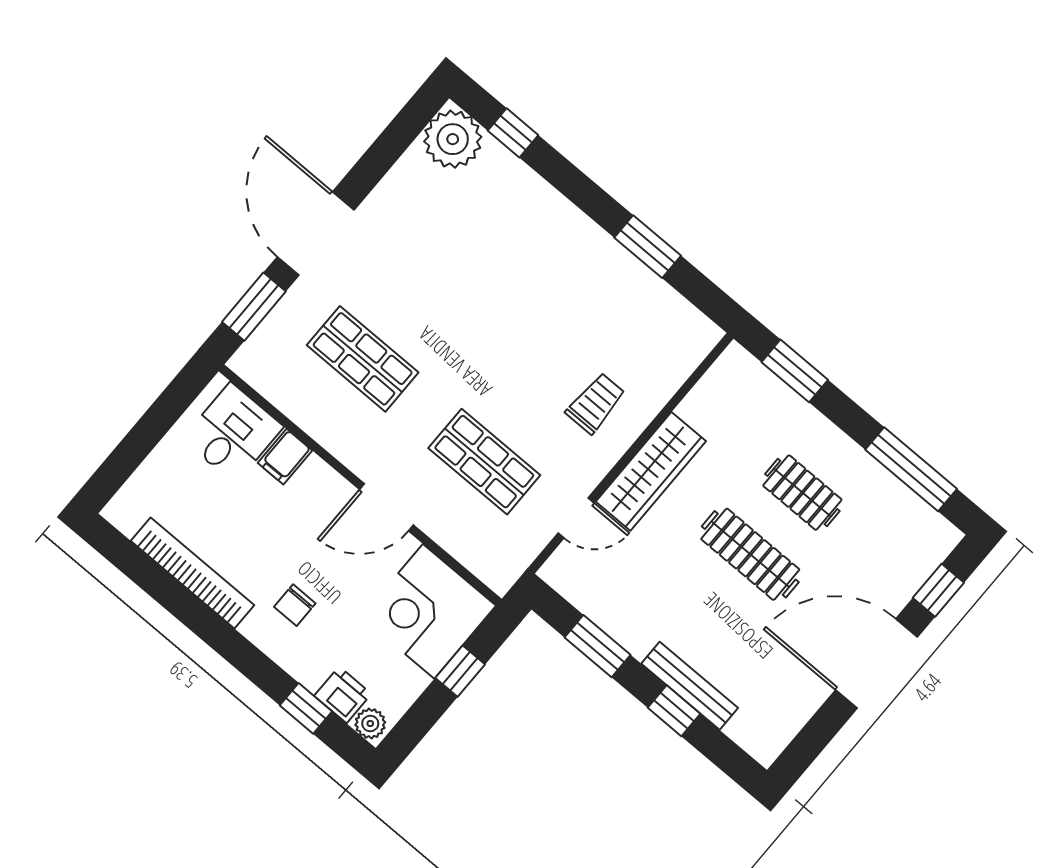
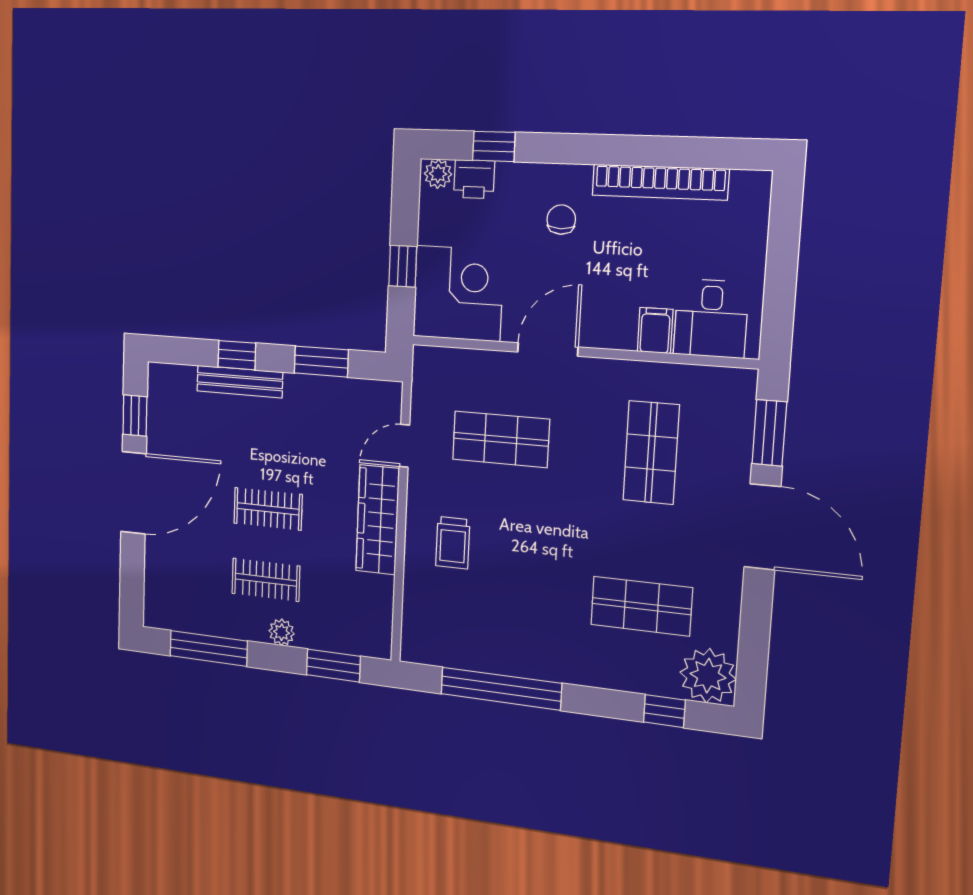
shop shelf: (467, 236) -> (641, 606), added
window: (648, 247) -> (501, 689), width x2.11
shop shelf: (363, 359) -> (651, 453), turned 90
plant: (824, 435) -> (282, 632), added
clothes rail: (750, 554) -> (268, 509), width x0.73
window: (938, 590) -> (135, 416), moved

